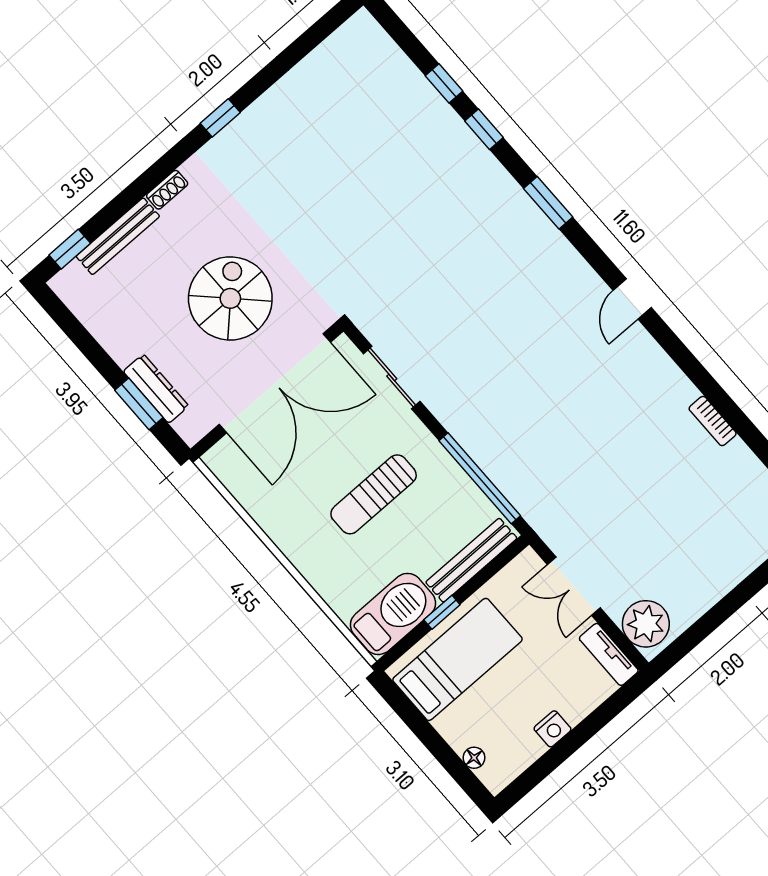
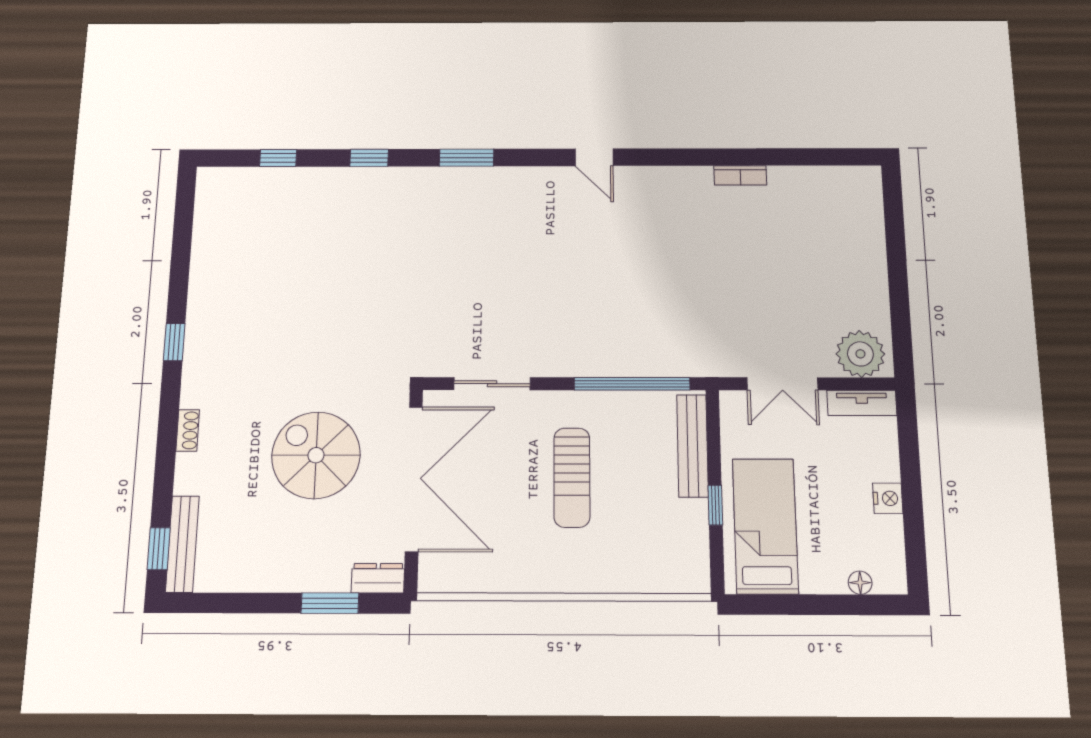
window: (444, 83) -> (278, 158), moved
bench: (118, 236) -> (182, 544), moved
dresser: (156, 389) -> (378, 578), moved, width x0.70
barbecue: (393, 614) -> (683, 546), removed

